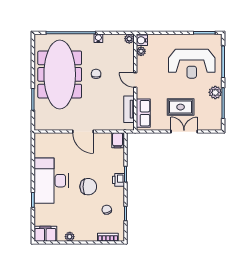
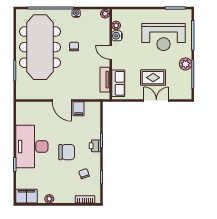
water cooler: (142, 40) -> (117, 36), moved
filing cabinet: (118, 140) -> (79, 109), moved

